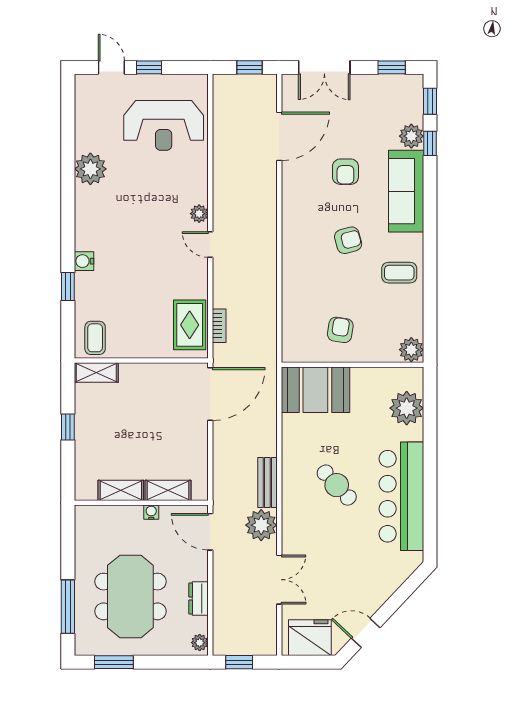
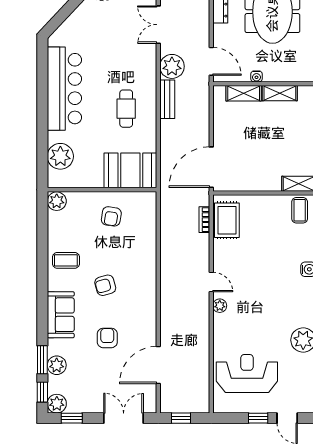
plant: (411, 86) -> (57, 404), added
window: (430, 143) -> (42, 360), width x1.50
sofa: (406, 191) -> (61, 315), width x0.73
cafe table: (337, 485) -> (126, 109), moved, turned 43

